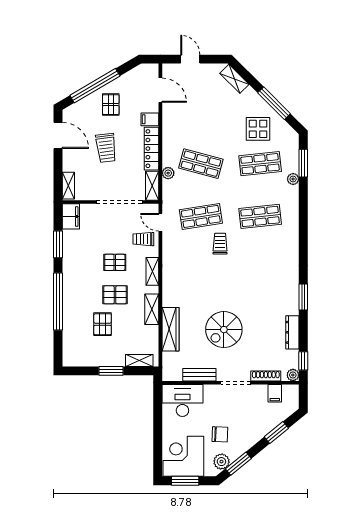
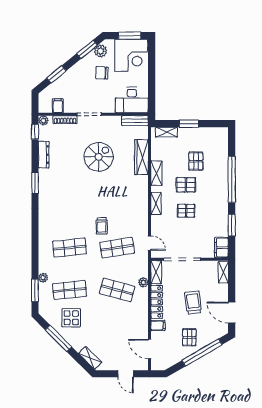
trolley: (143, 239) -> (163, 229), removed
bench: (199, 375) -> (135, 121), moved

